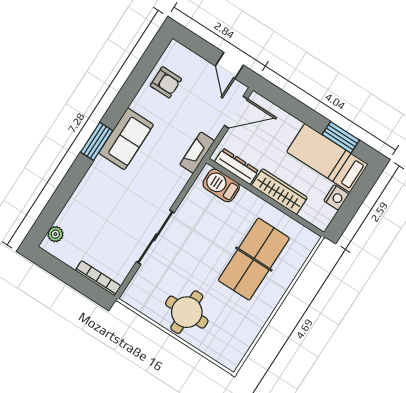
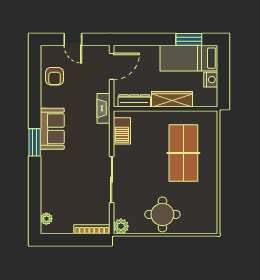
door: (229, 66) -> (73, 39), moved
armchair: (166, 82) -> (55, 76), turned 90
barbecue: (221, 185) -> (122, 131), moved, turned -90
plant: (132, 296) -> (121, 226), added

